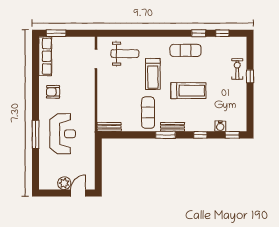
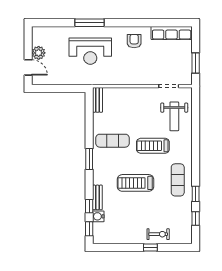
window: (56, 33) -> (196, 63), moved
treadmill: (188, 91) -> (135, 183), turned 90
bench: (173, 127) -> (97, 197), moved
window: (200, 135) -> (89, 206), moved

